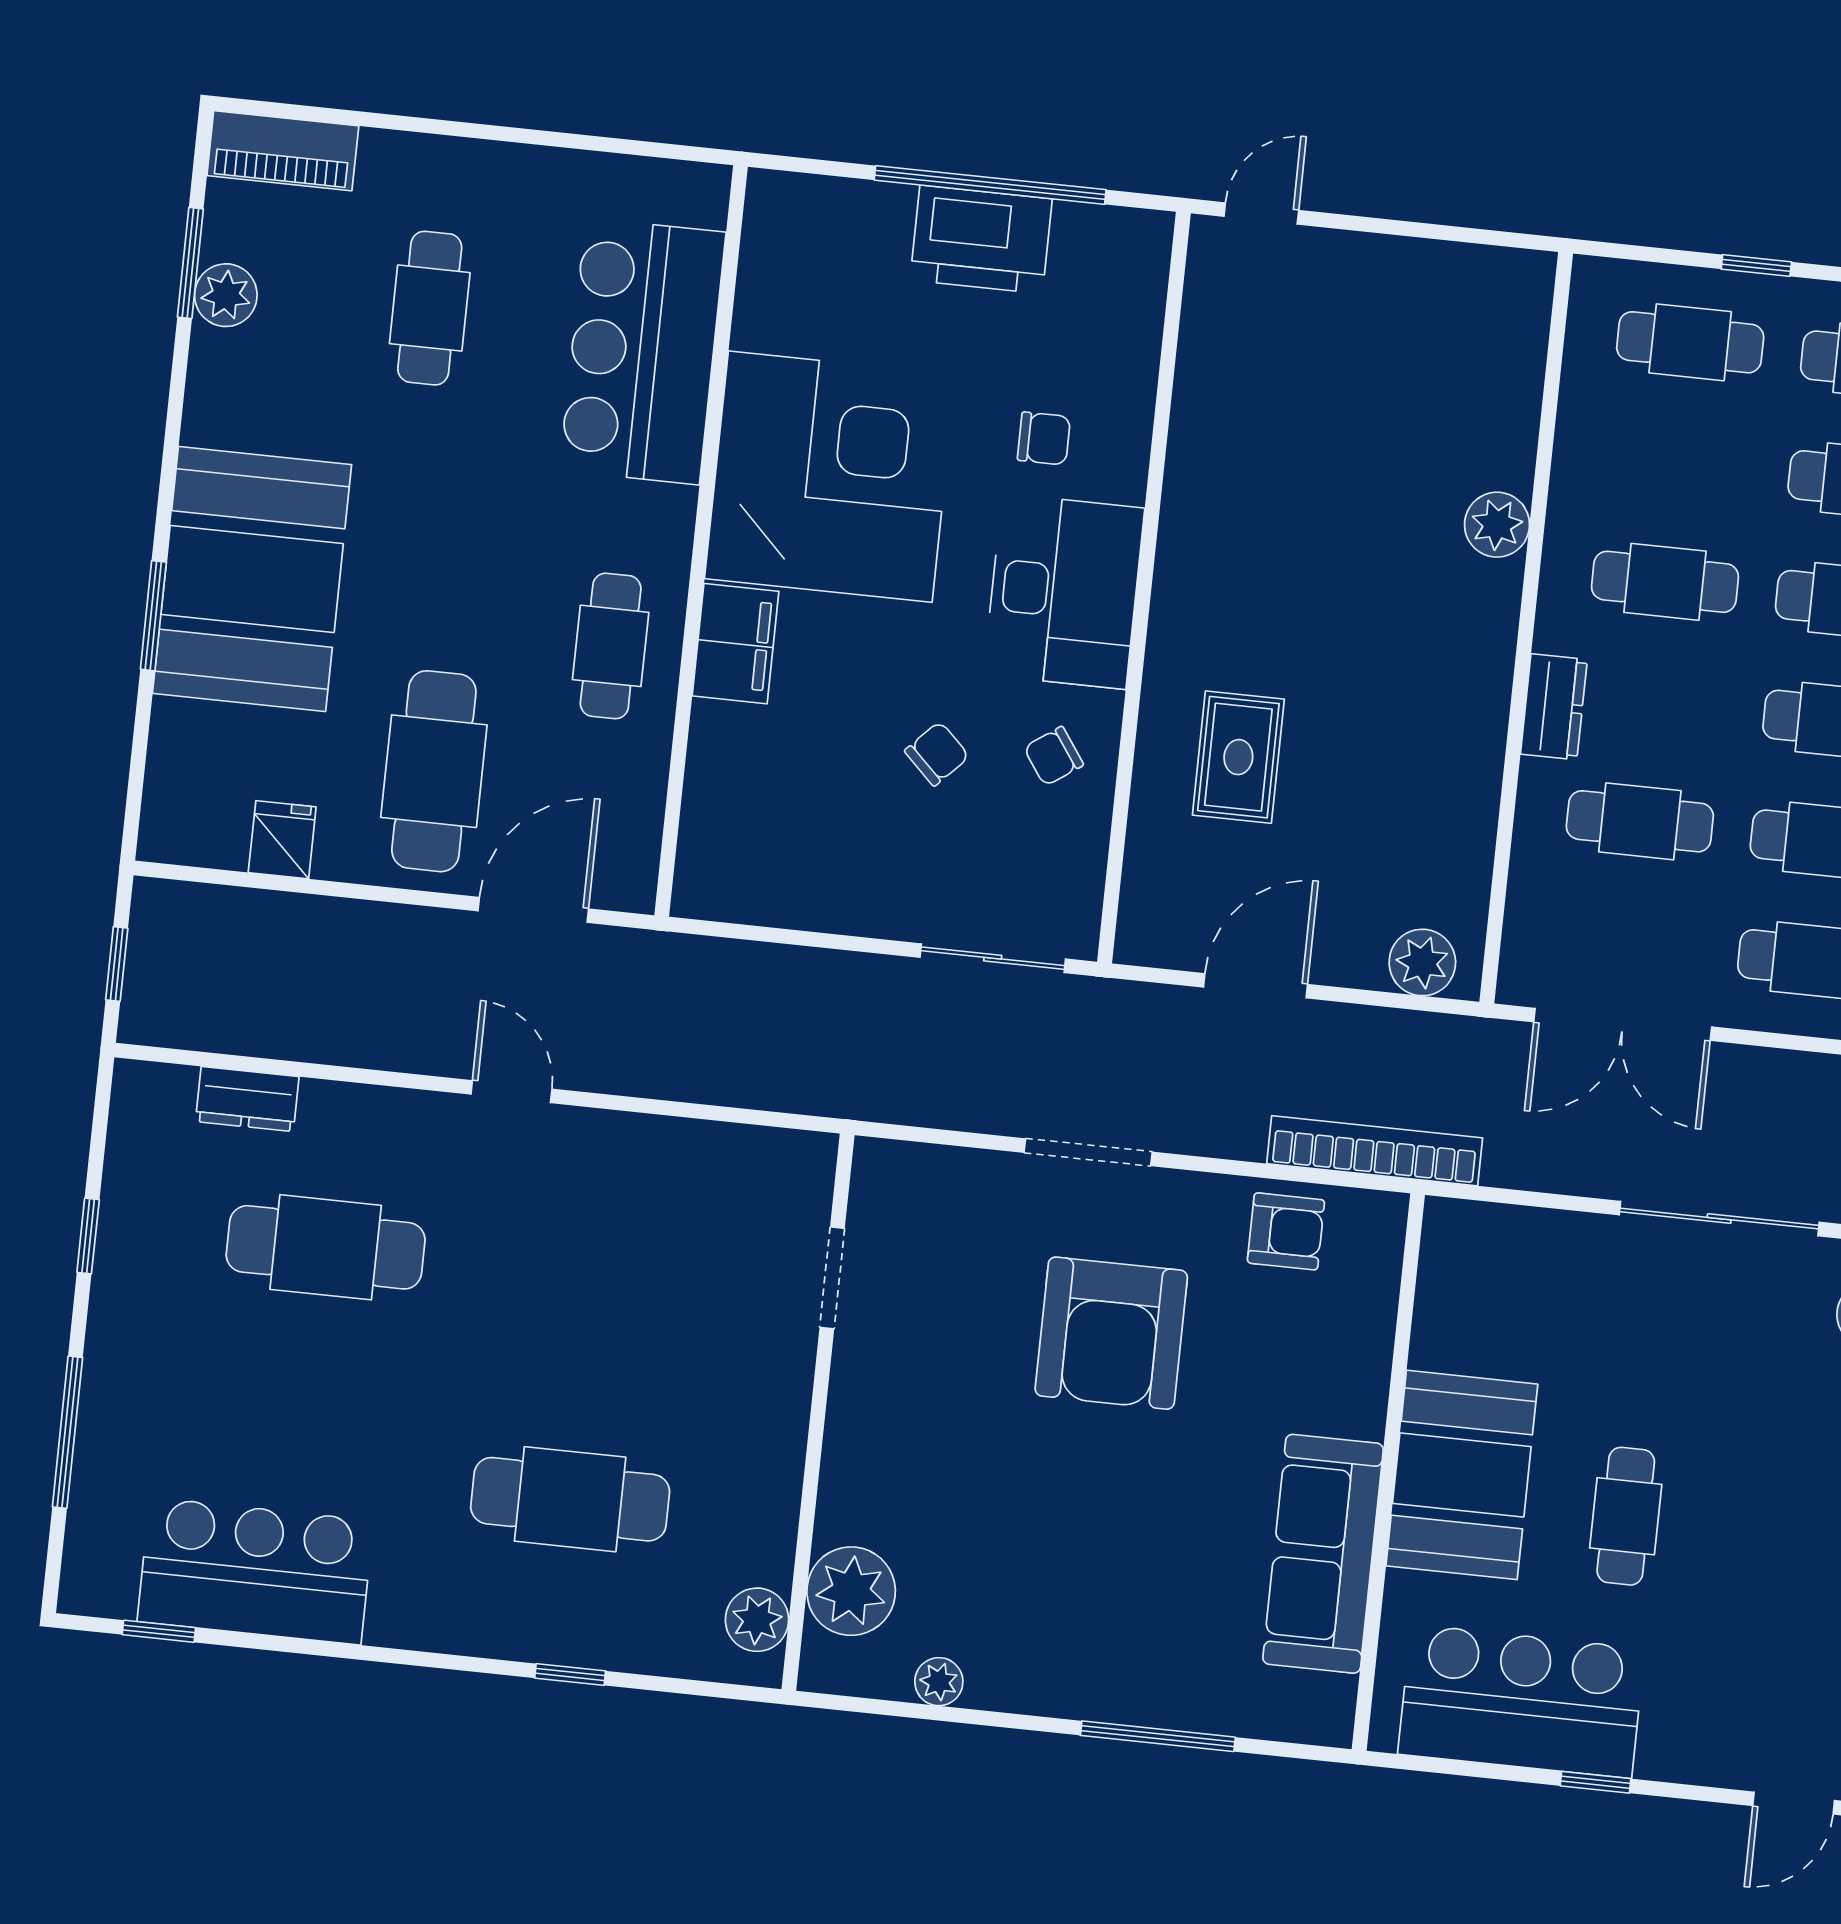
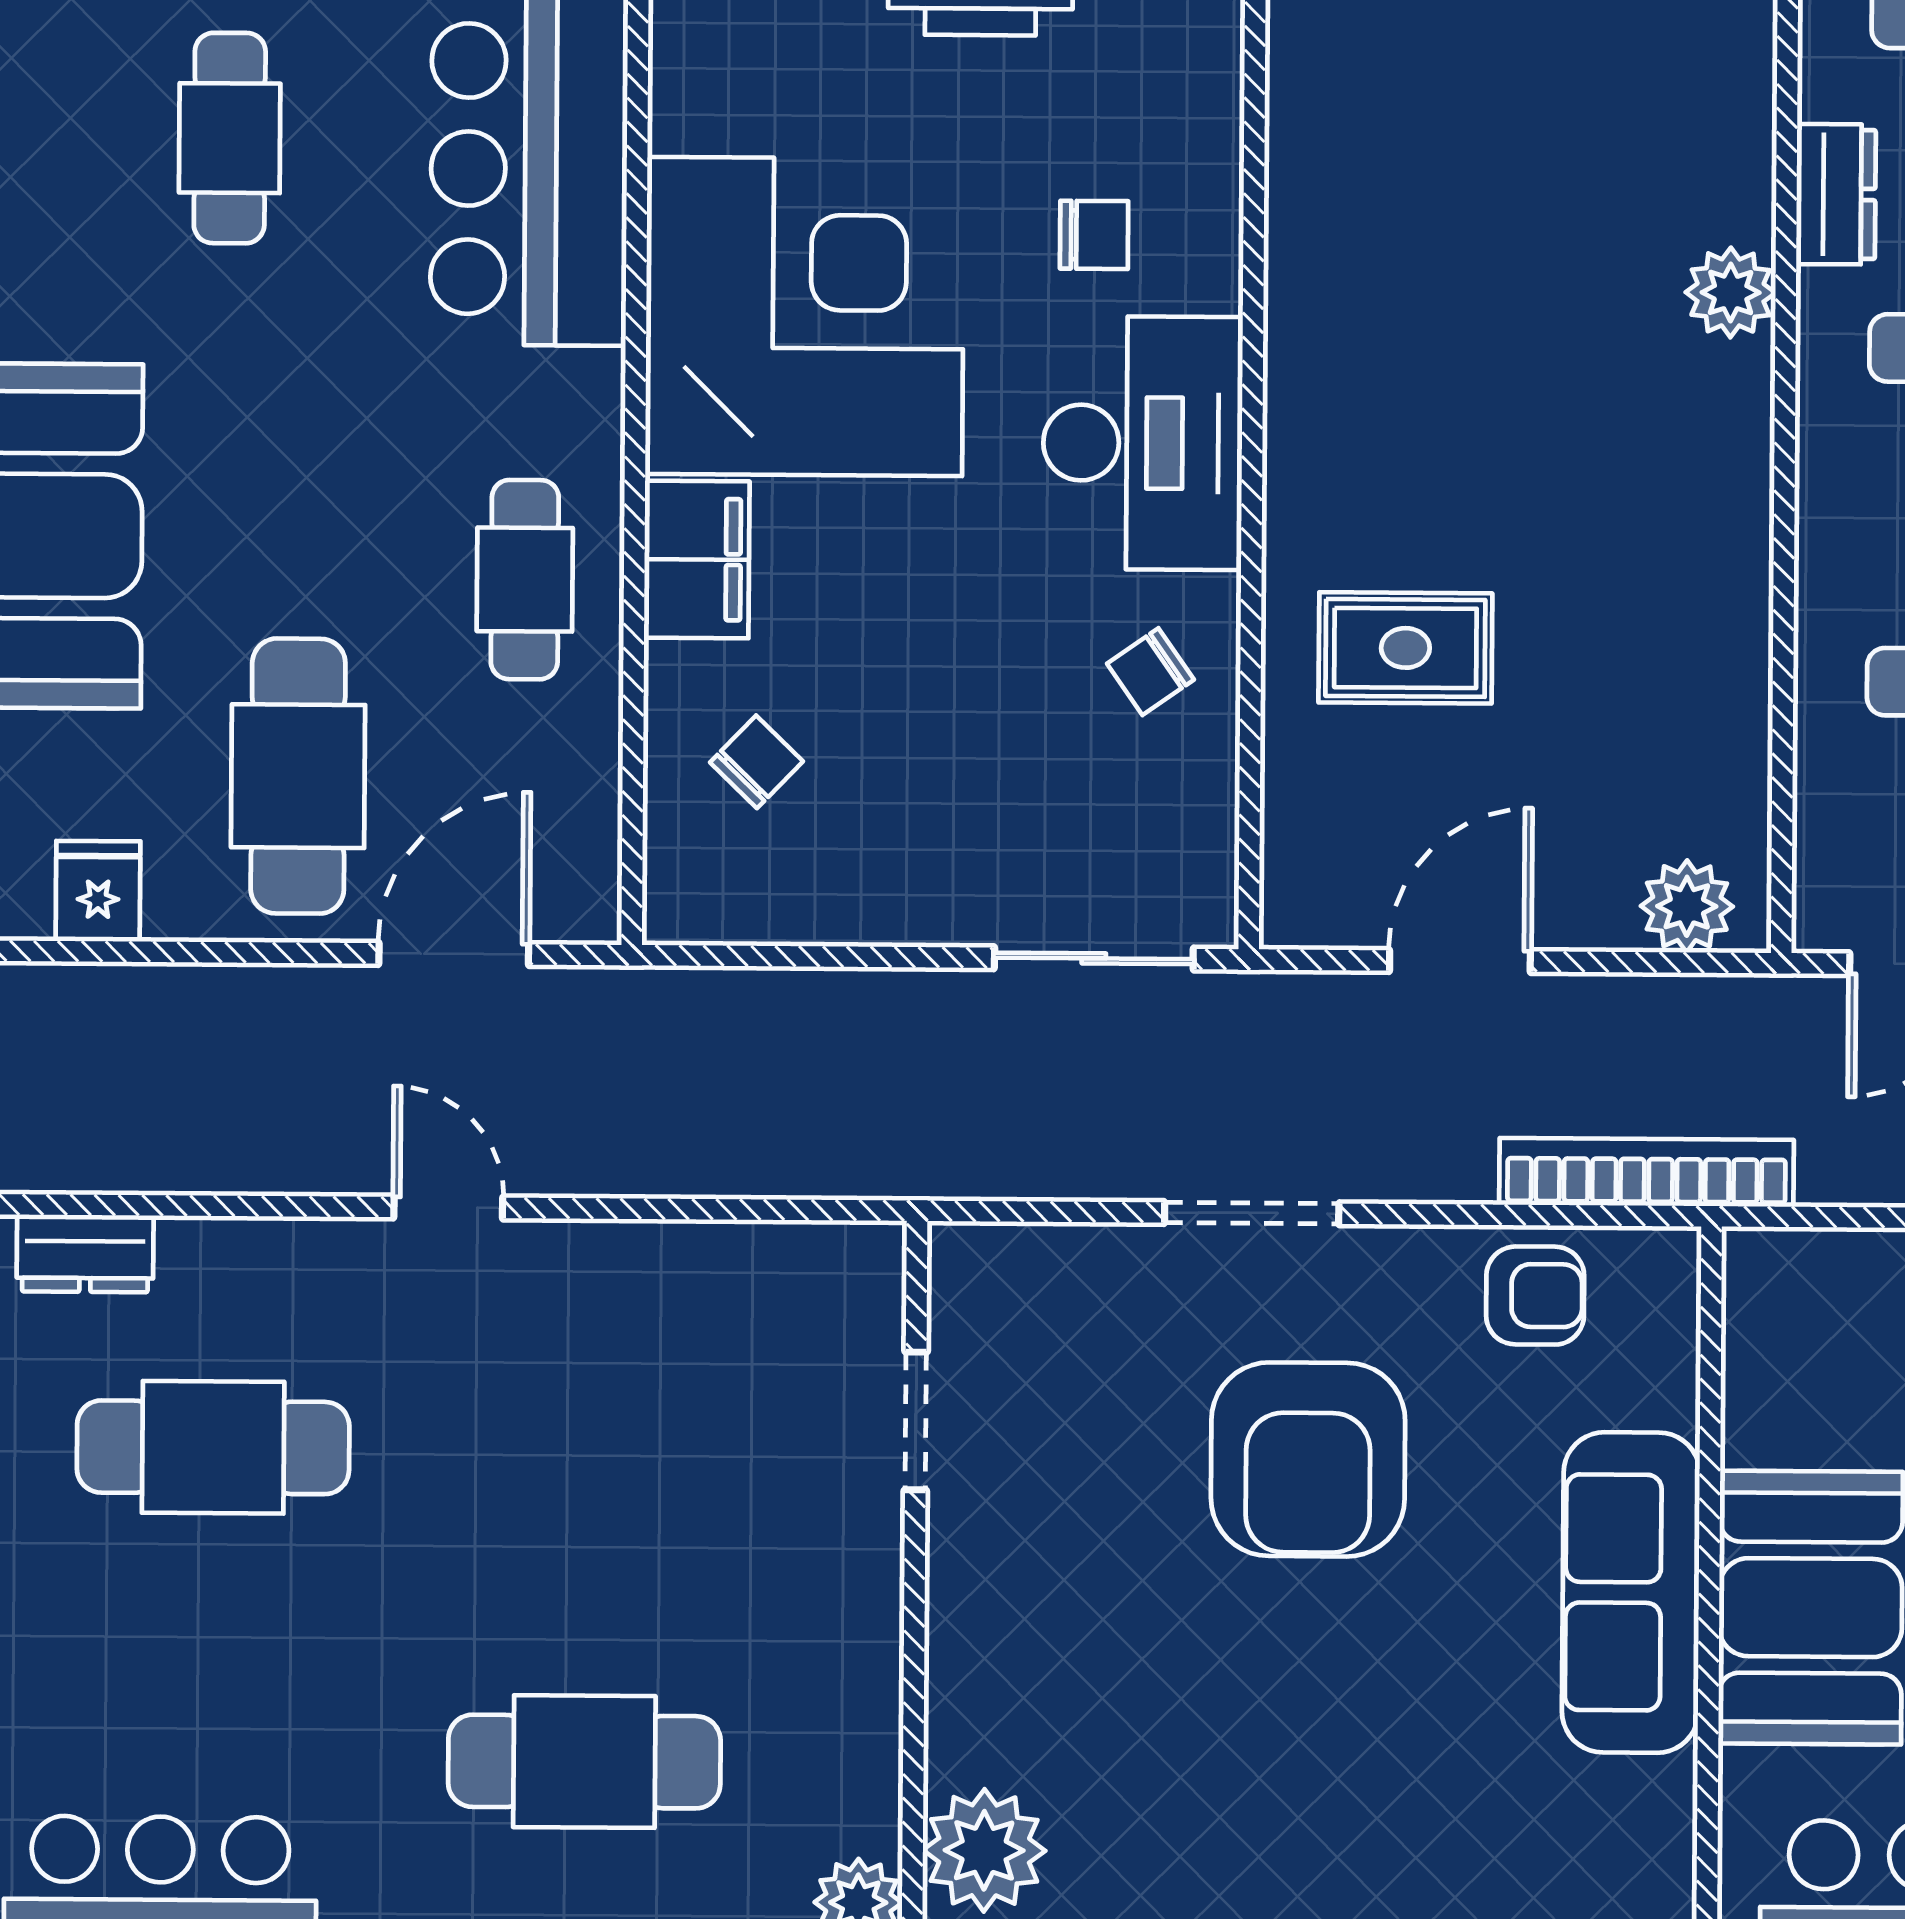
dresser: (1554, 707) -> (1836, 194), moved
chair: (937, 754) -> (756, 762), moved
rug: (1238, 757) -> (1405, 648), turned 90
sofa: (1323, 1554) -> (1631, 1593), moved

